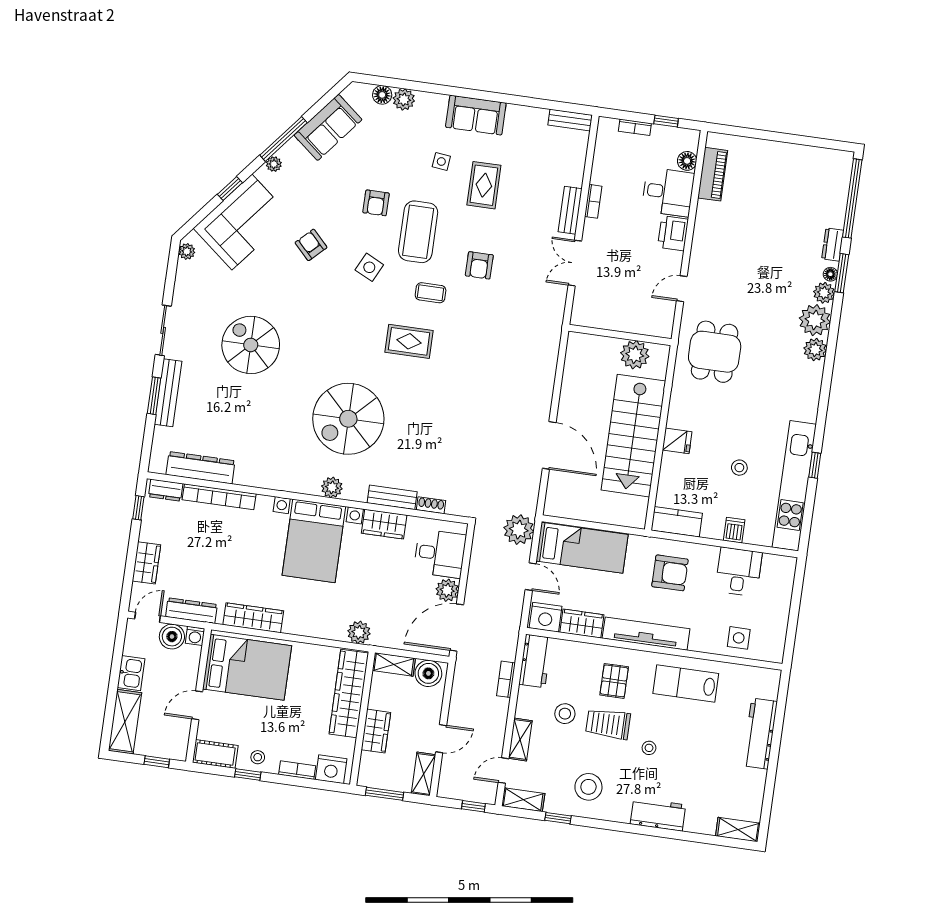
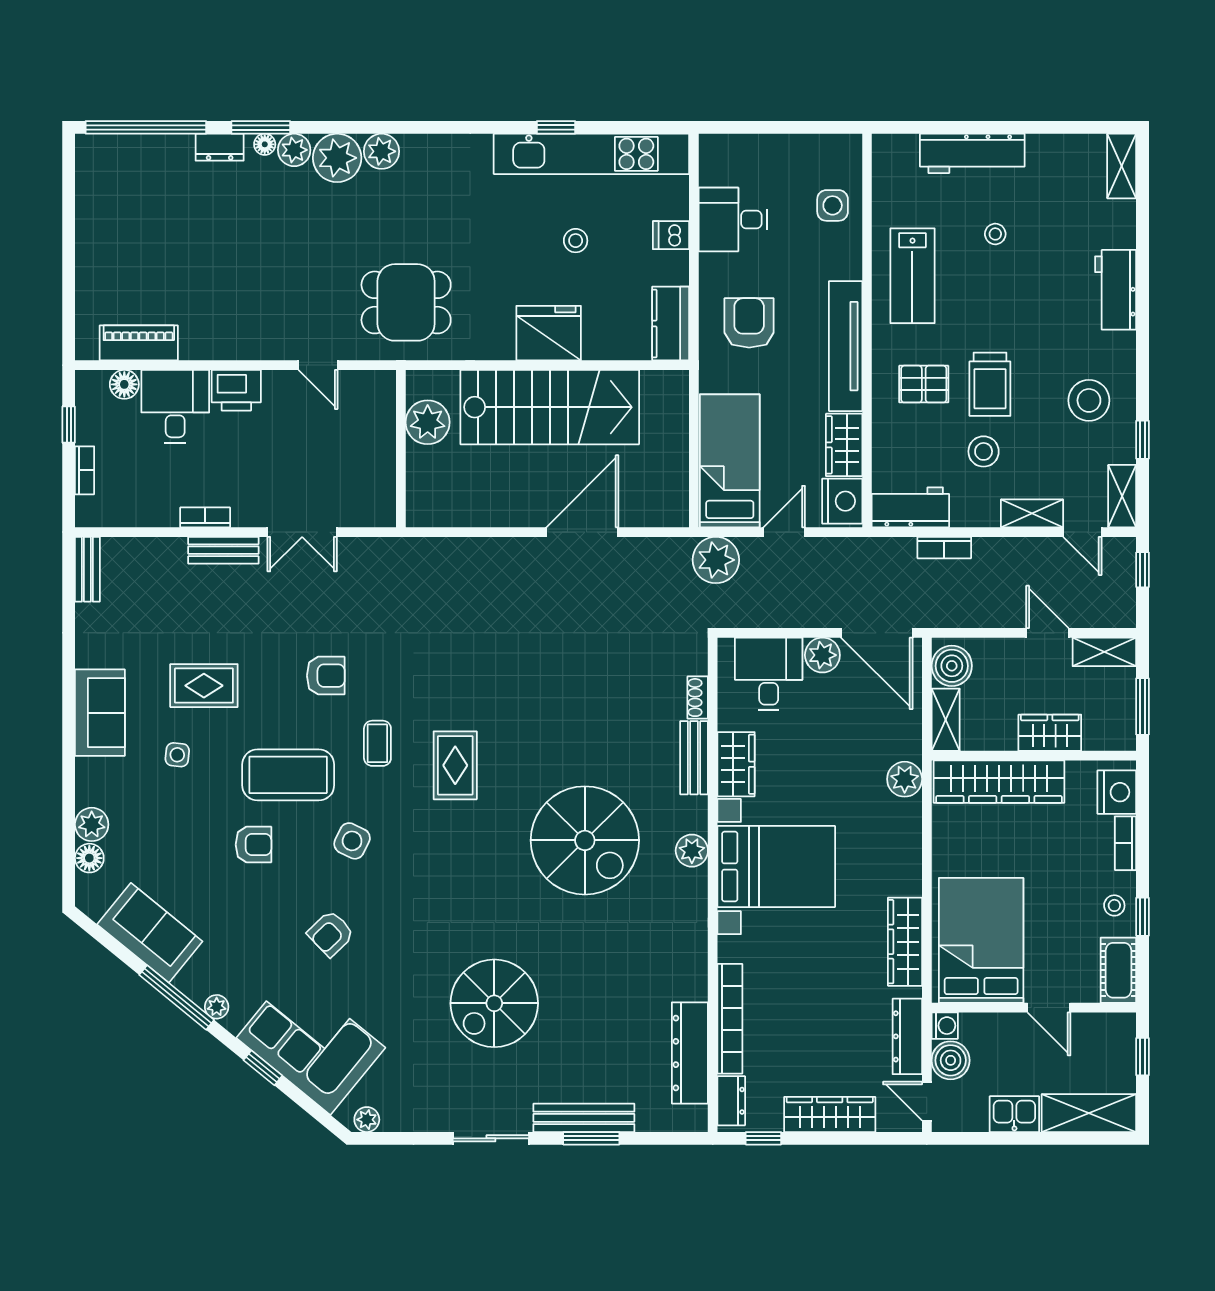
fridge: (677, 441) -> (549, 333), width x1.88, depth x1.34
wardrobe: (146, 563) -> (830, 1114), width x1.50
stool: (649, 748) -> (995, 234), moved

